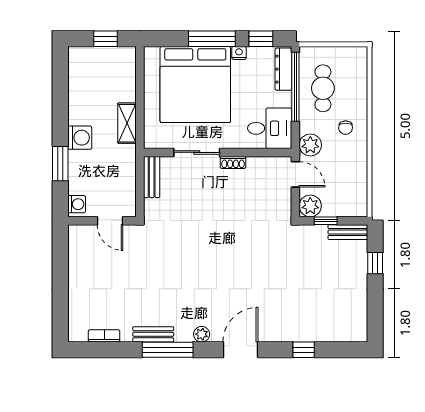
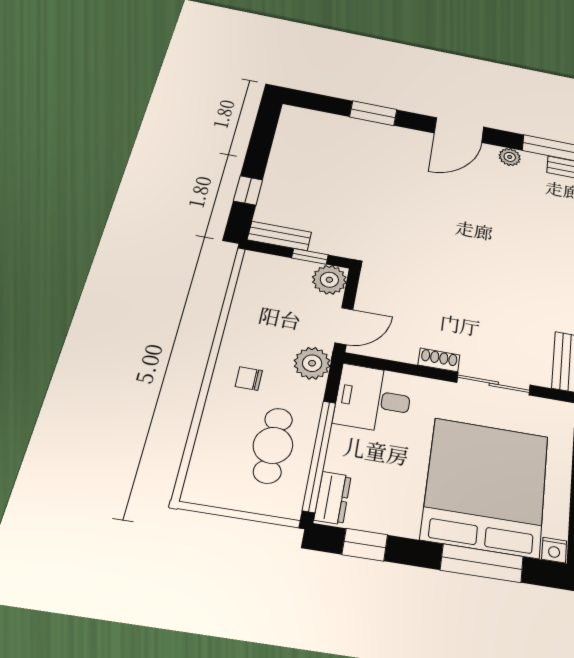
window: (212, 39) -> (482, 563), moved
nightstand: (239, 53) -> (554, 550), moved
dresser: (283, 69) -> (333, 498), width x0.70
chair: (346, 128) -> (249, 379), turned -90
door: (295, 174) -> (344, 326), swing flipped
window: (304, 350) -> (373, 113), width x1.50

